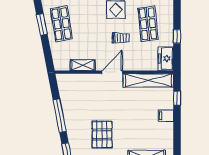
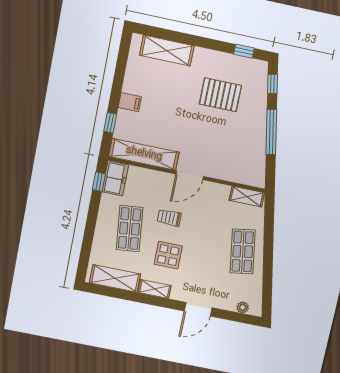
window: (42, 25) -> (268, 256), removed
window: (177, 36) -> (99, 182), moved
shelving: (83, 65) -> (247, 197), moved
pallet: (102, 135) -> (220, 95), turned 90

